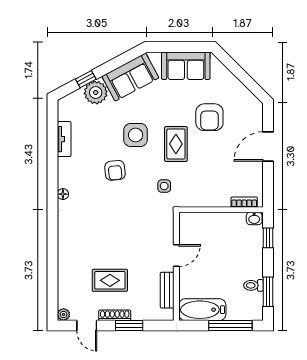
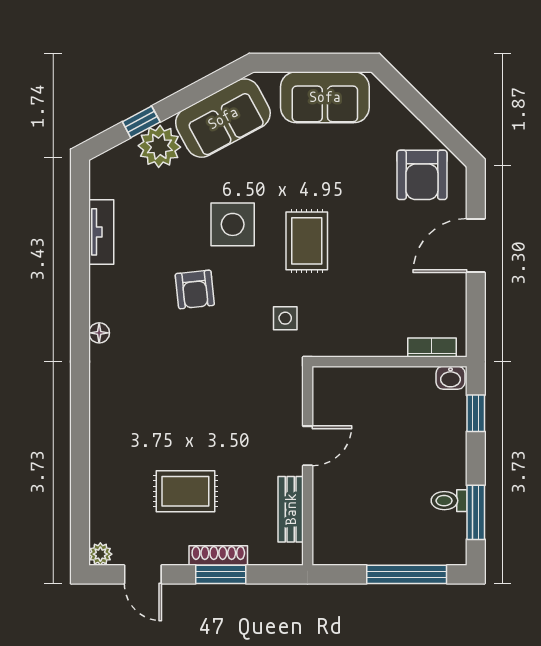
armchair: (209, 117) -> (422, 175), moved
bathtub: (202, 310) -> (355, 545), removed
shoe rack: (115, 315) -> (218, 556), moved

